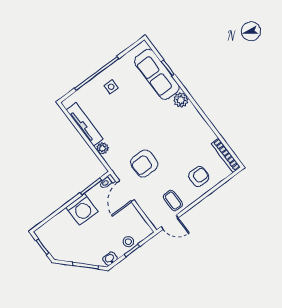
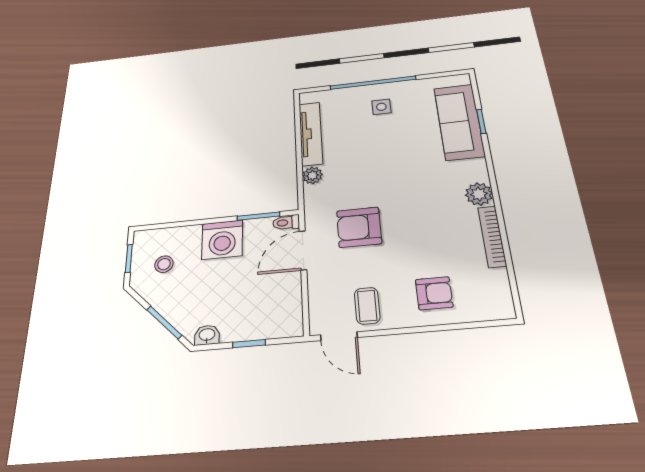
plant: (181, 100) -> (479, 194), moved
bookcase: (226, 155) -> (492, 236), moved
stool: (128, 242) -> (164, 264), moved

